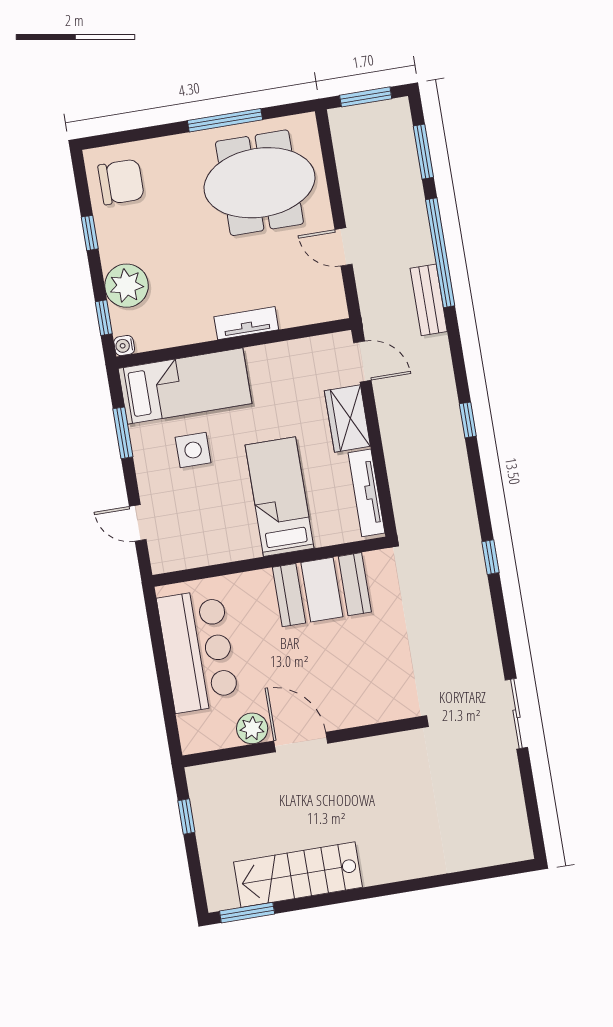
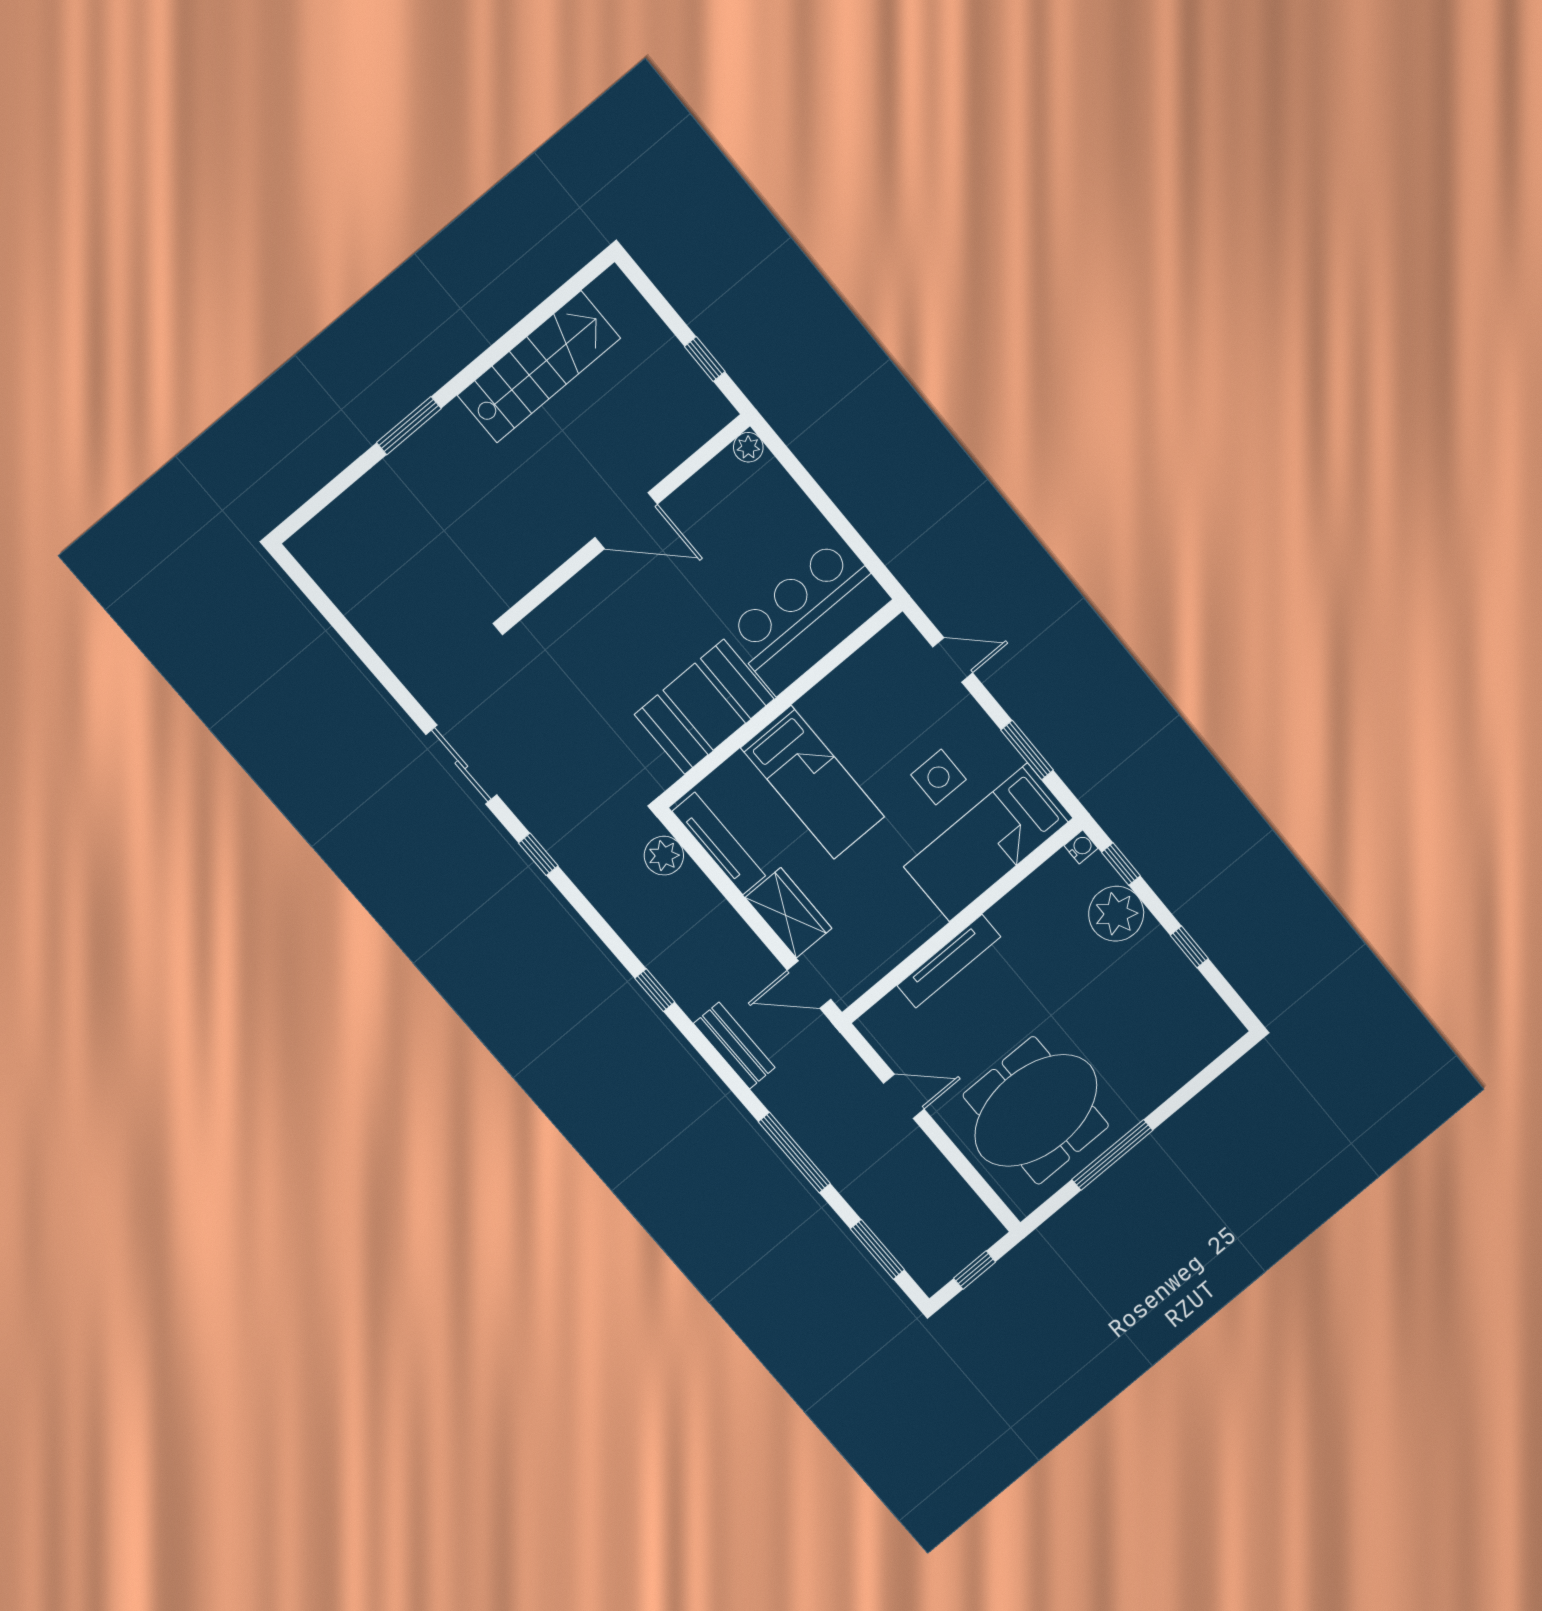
window: (366, 97) -> (975, 1270), width x0.67
chair: (121, 182) -> (1187, 1022), removed
window: (440, 253) -> (794, 1153), width x0.68
bench: (429, 300) -> (734, 1045), moved
tv unit: (246, 323) -> (949, 961), width x1.41
plant: (408, 507) -> (664, 856), added
bar counter: (198, 651) -> (808, 616), moved, turned 90
sliding door: (516, 714) -> (461, 765), moved
plant: (252, 728) -> (748, 447), moved, width x0.73, depth x0.73
window: (247, 913) -> (409, 426), moved

